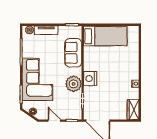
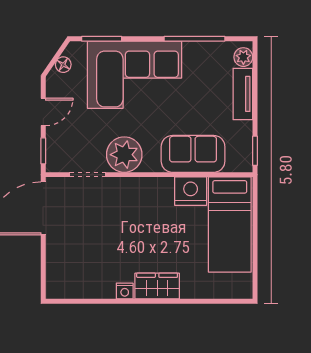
nightstand: (90, 79) -> (191, 191), moved
wardrobe: (133, 109) -> (157, 286), moved

